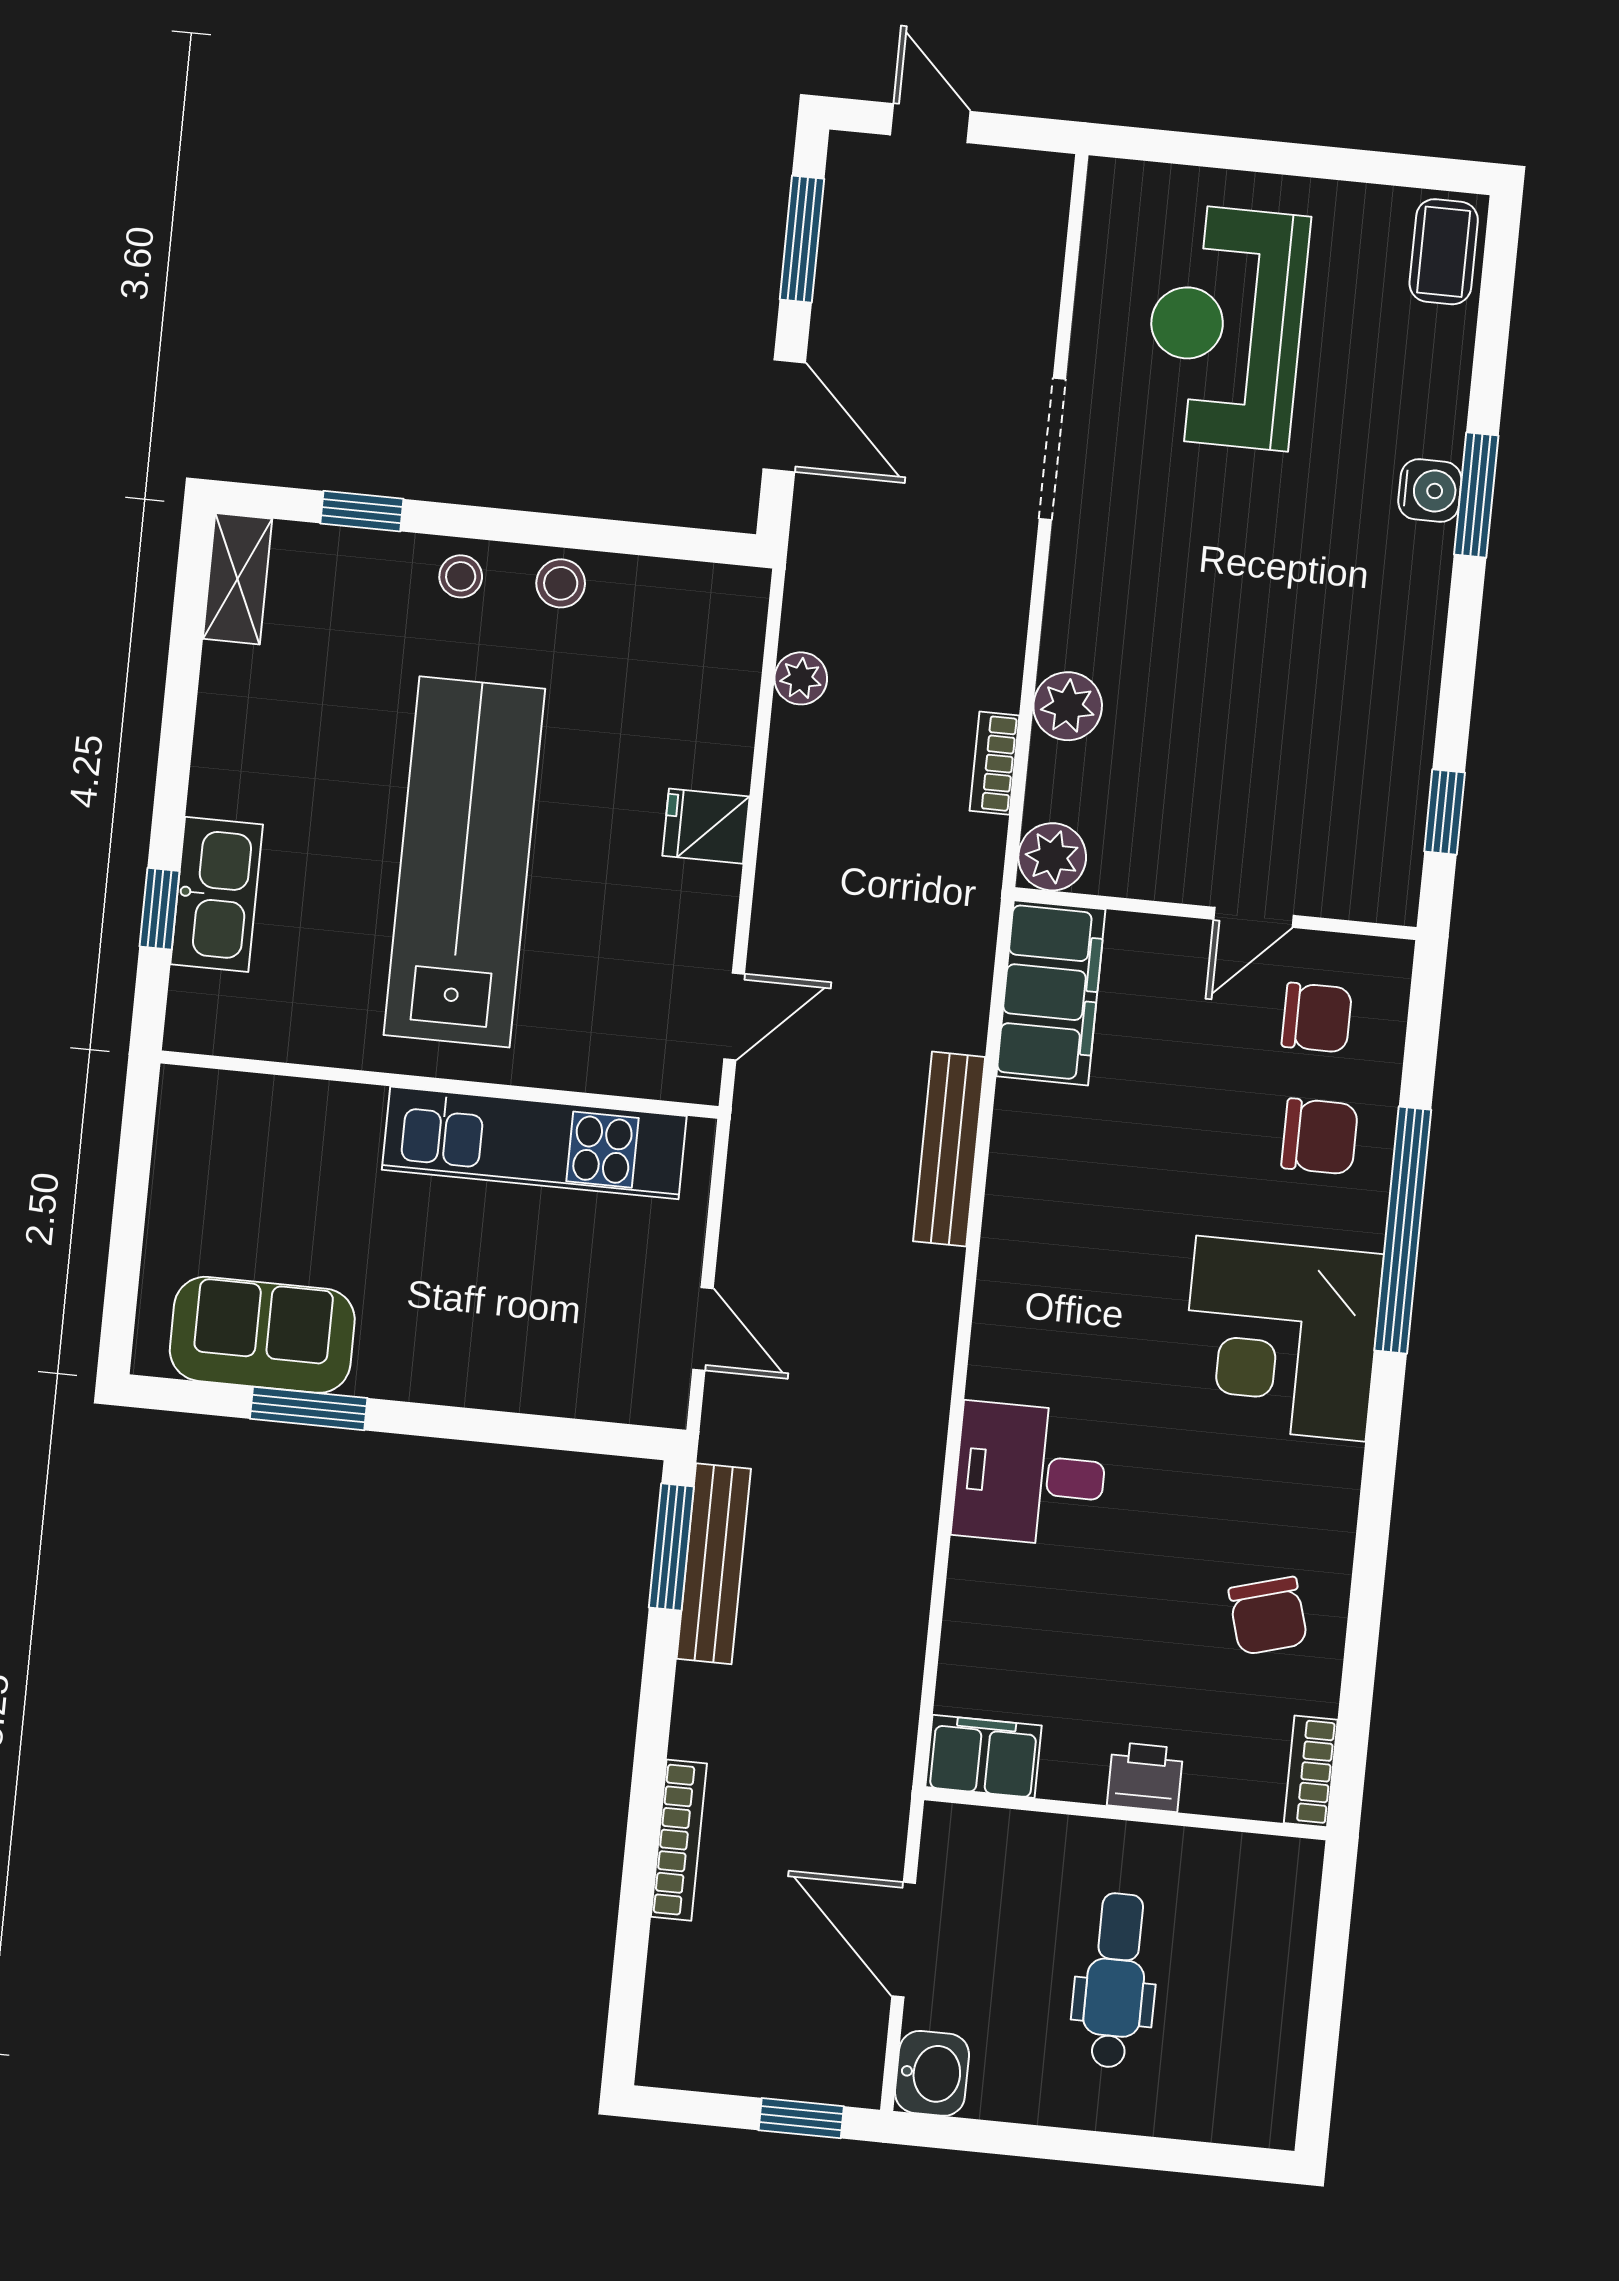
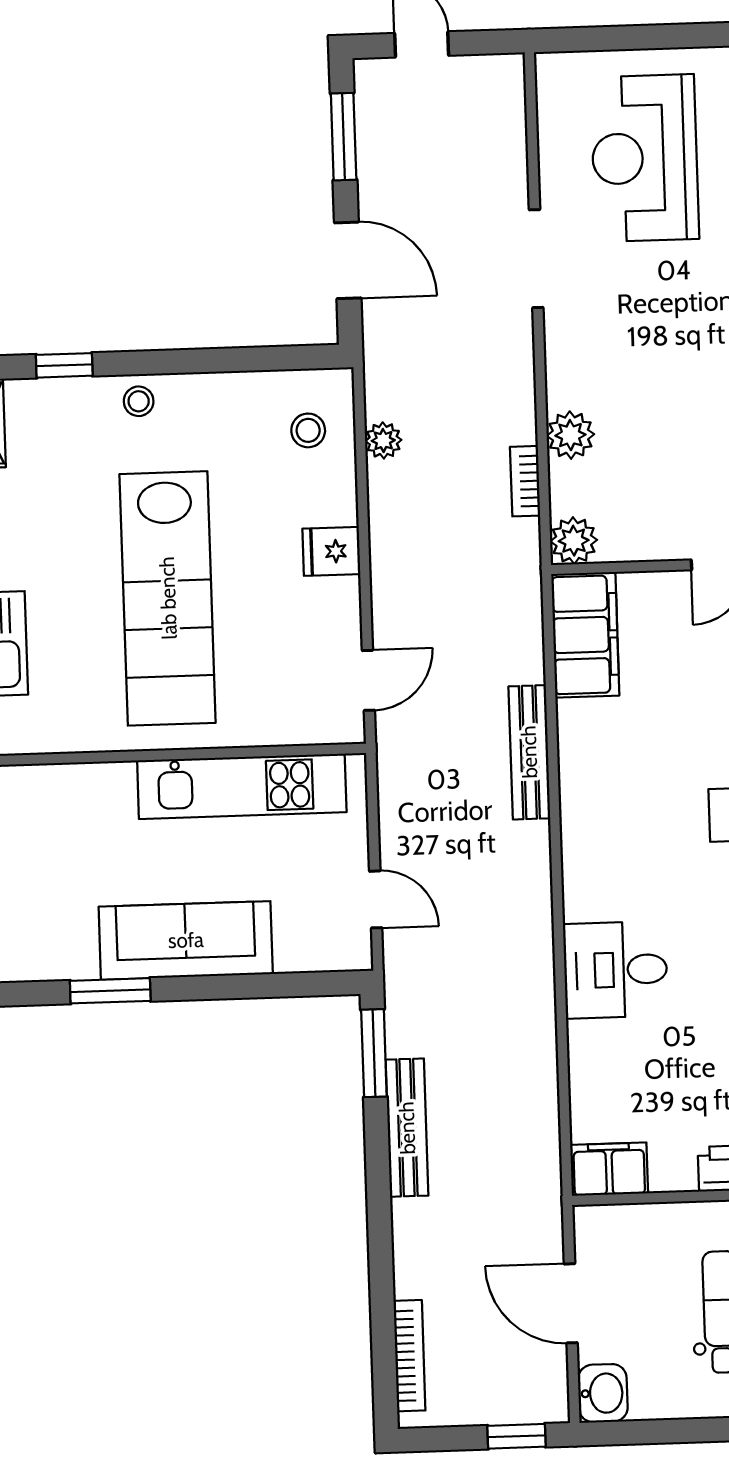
stool: (561, 583) -> (308, 430), moved
lab bench: (464, 862) -> (168, 598), turned 180
sofa: (262, 1335) -> (186, 940), moved, width x1.36
bench: (714, 1564) -> (407, 1128), moved
bookcase: (679, 1840) -> (410, 1356), moved

